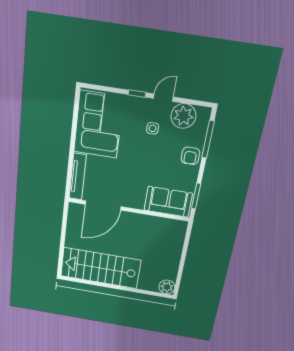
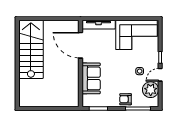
door: (163, 98) -> (160, 75), swing flipped
sofa: (168, 202) -> (91, 78), moved
plant: (167, 287) -> (25, 101), removed

